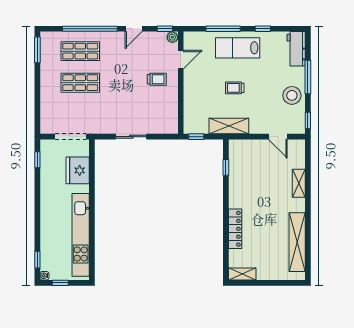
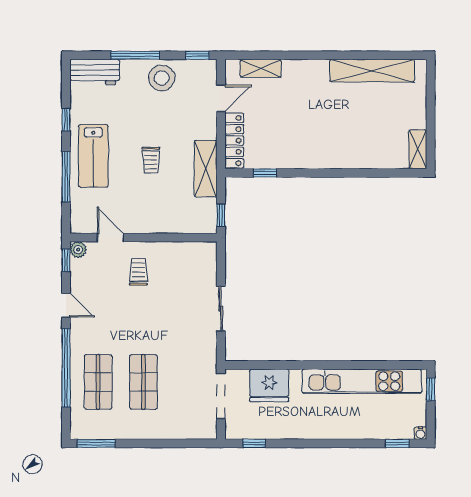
shelving: (299, 183) -> (261, 68), moved
locker: (235, 229) -> (234, 141), moved, turned 90
window: (60, 283) -> (431, 389), moved

